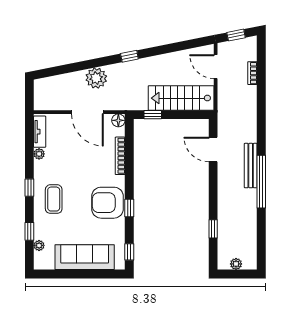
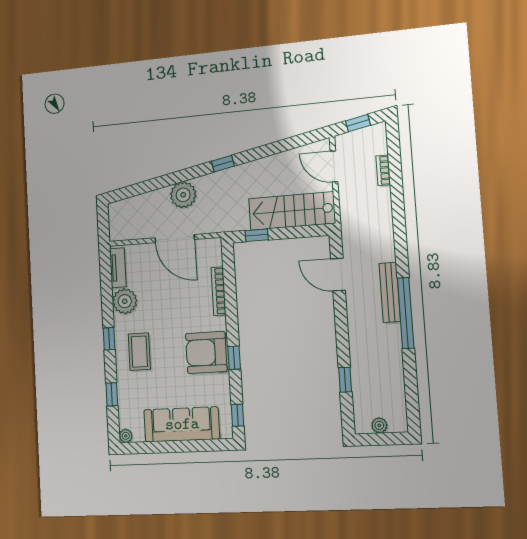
floor lamp: (118, 120) -> (214, 246), removed
plant: (39, 154) -> (125, 301), width x1.88, depth x1.88
plant: (39, 245) -> (126, 436), moved

